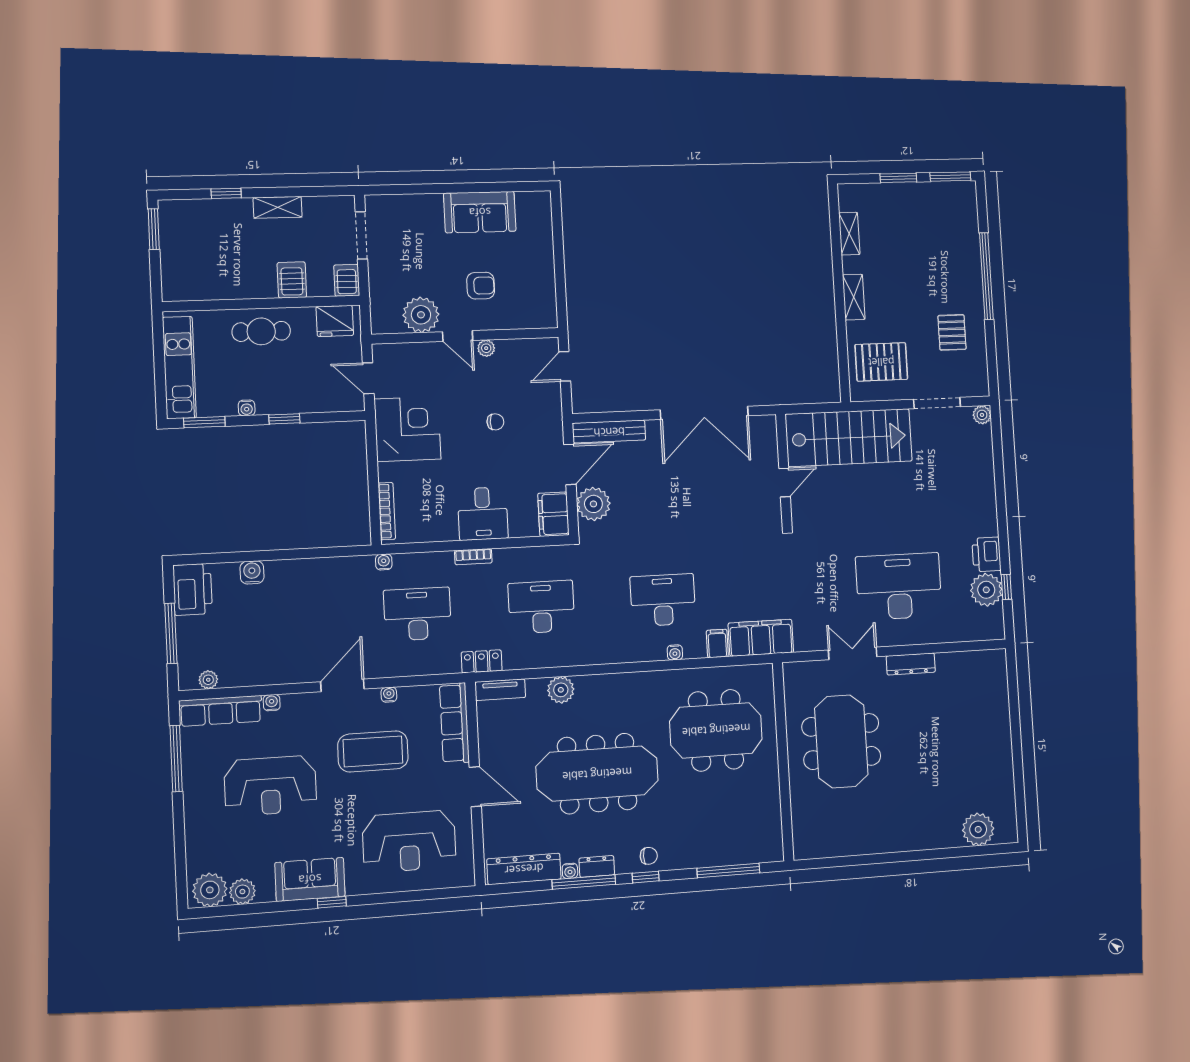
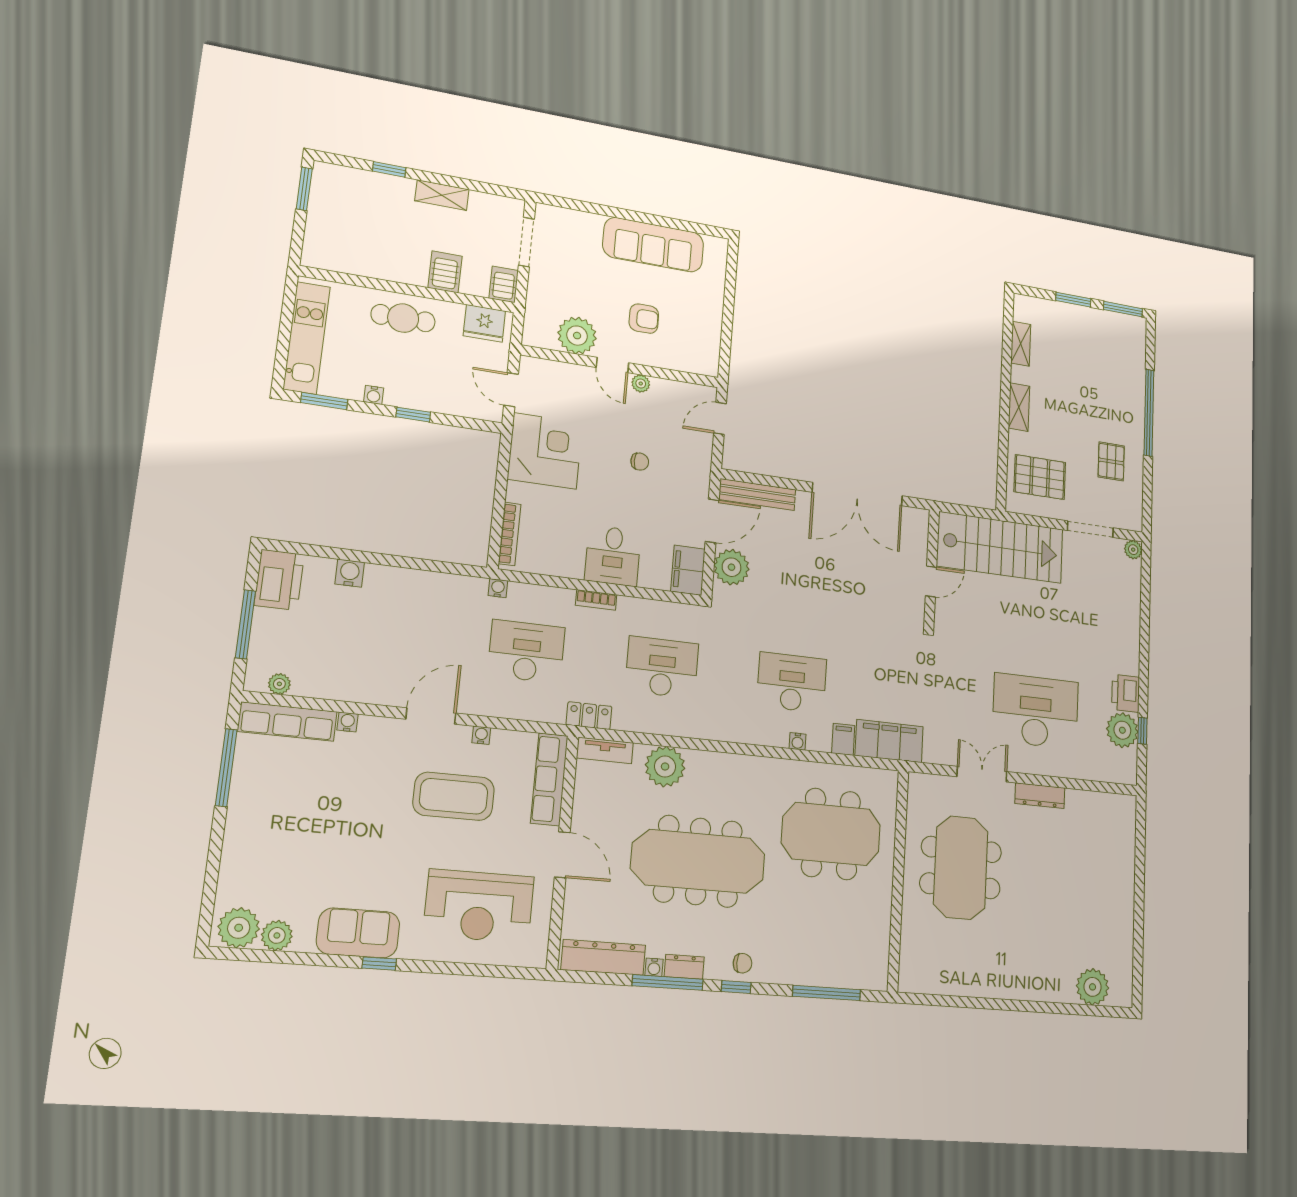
sofa: (480, 212) -> (653, 245), width x1.36
plant: (561, 690) -> (665, 767), width x1.36, depth x1.36
reception desk: (270, 786) -> (330, 817), removed

